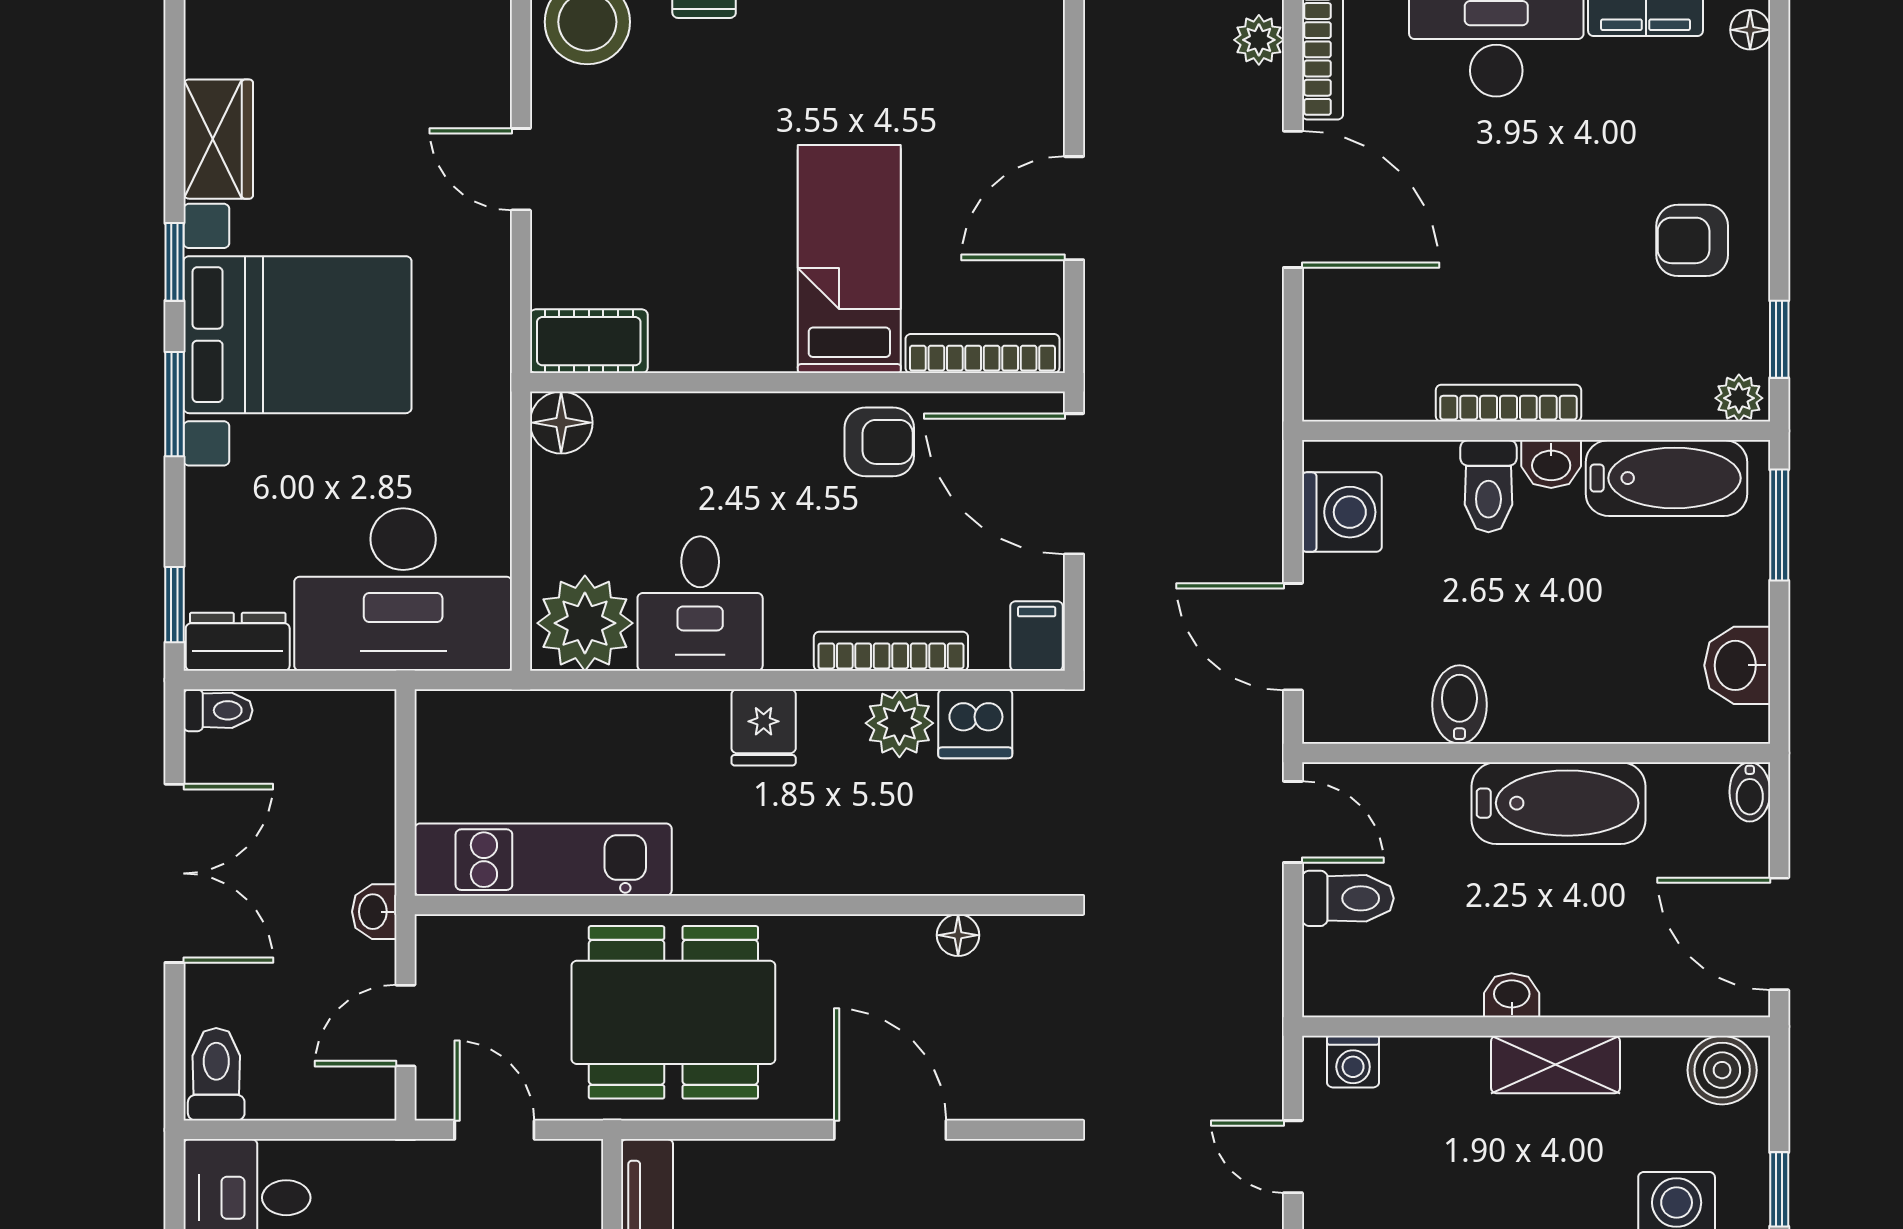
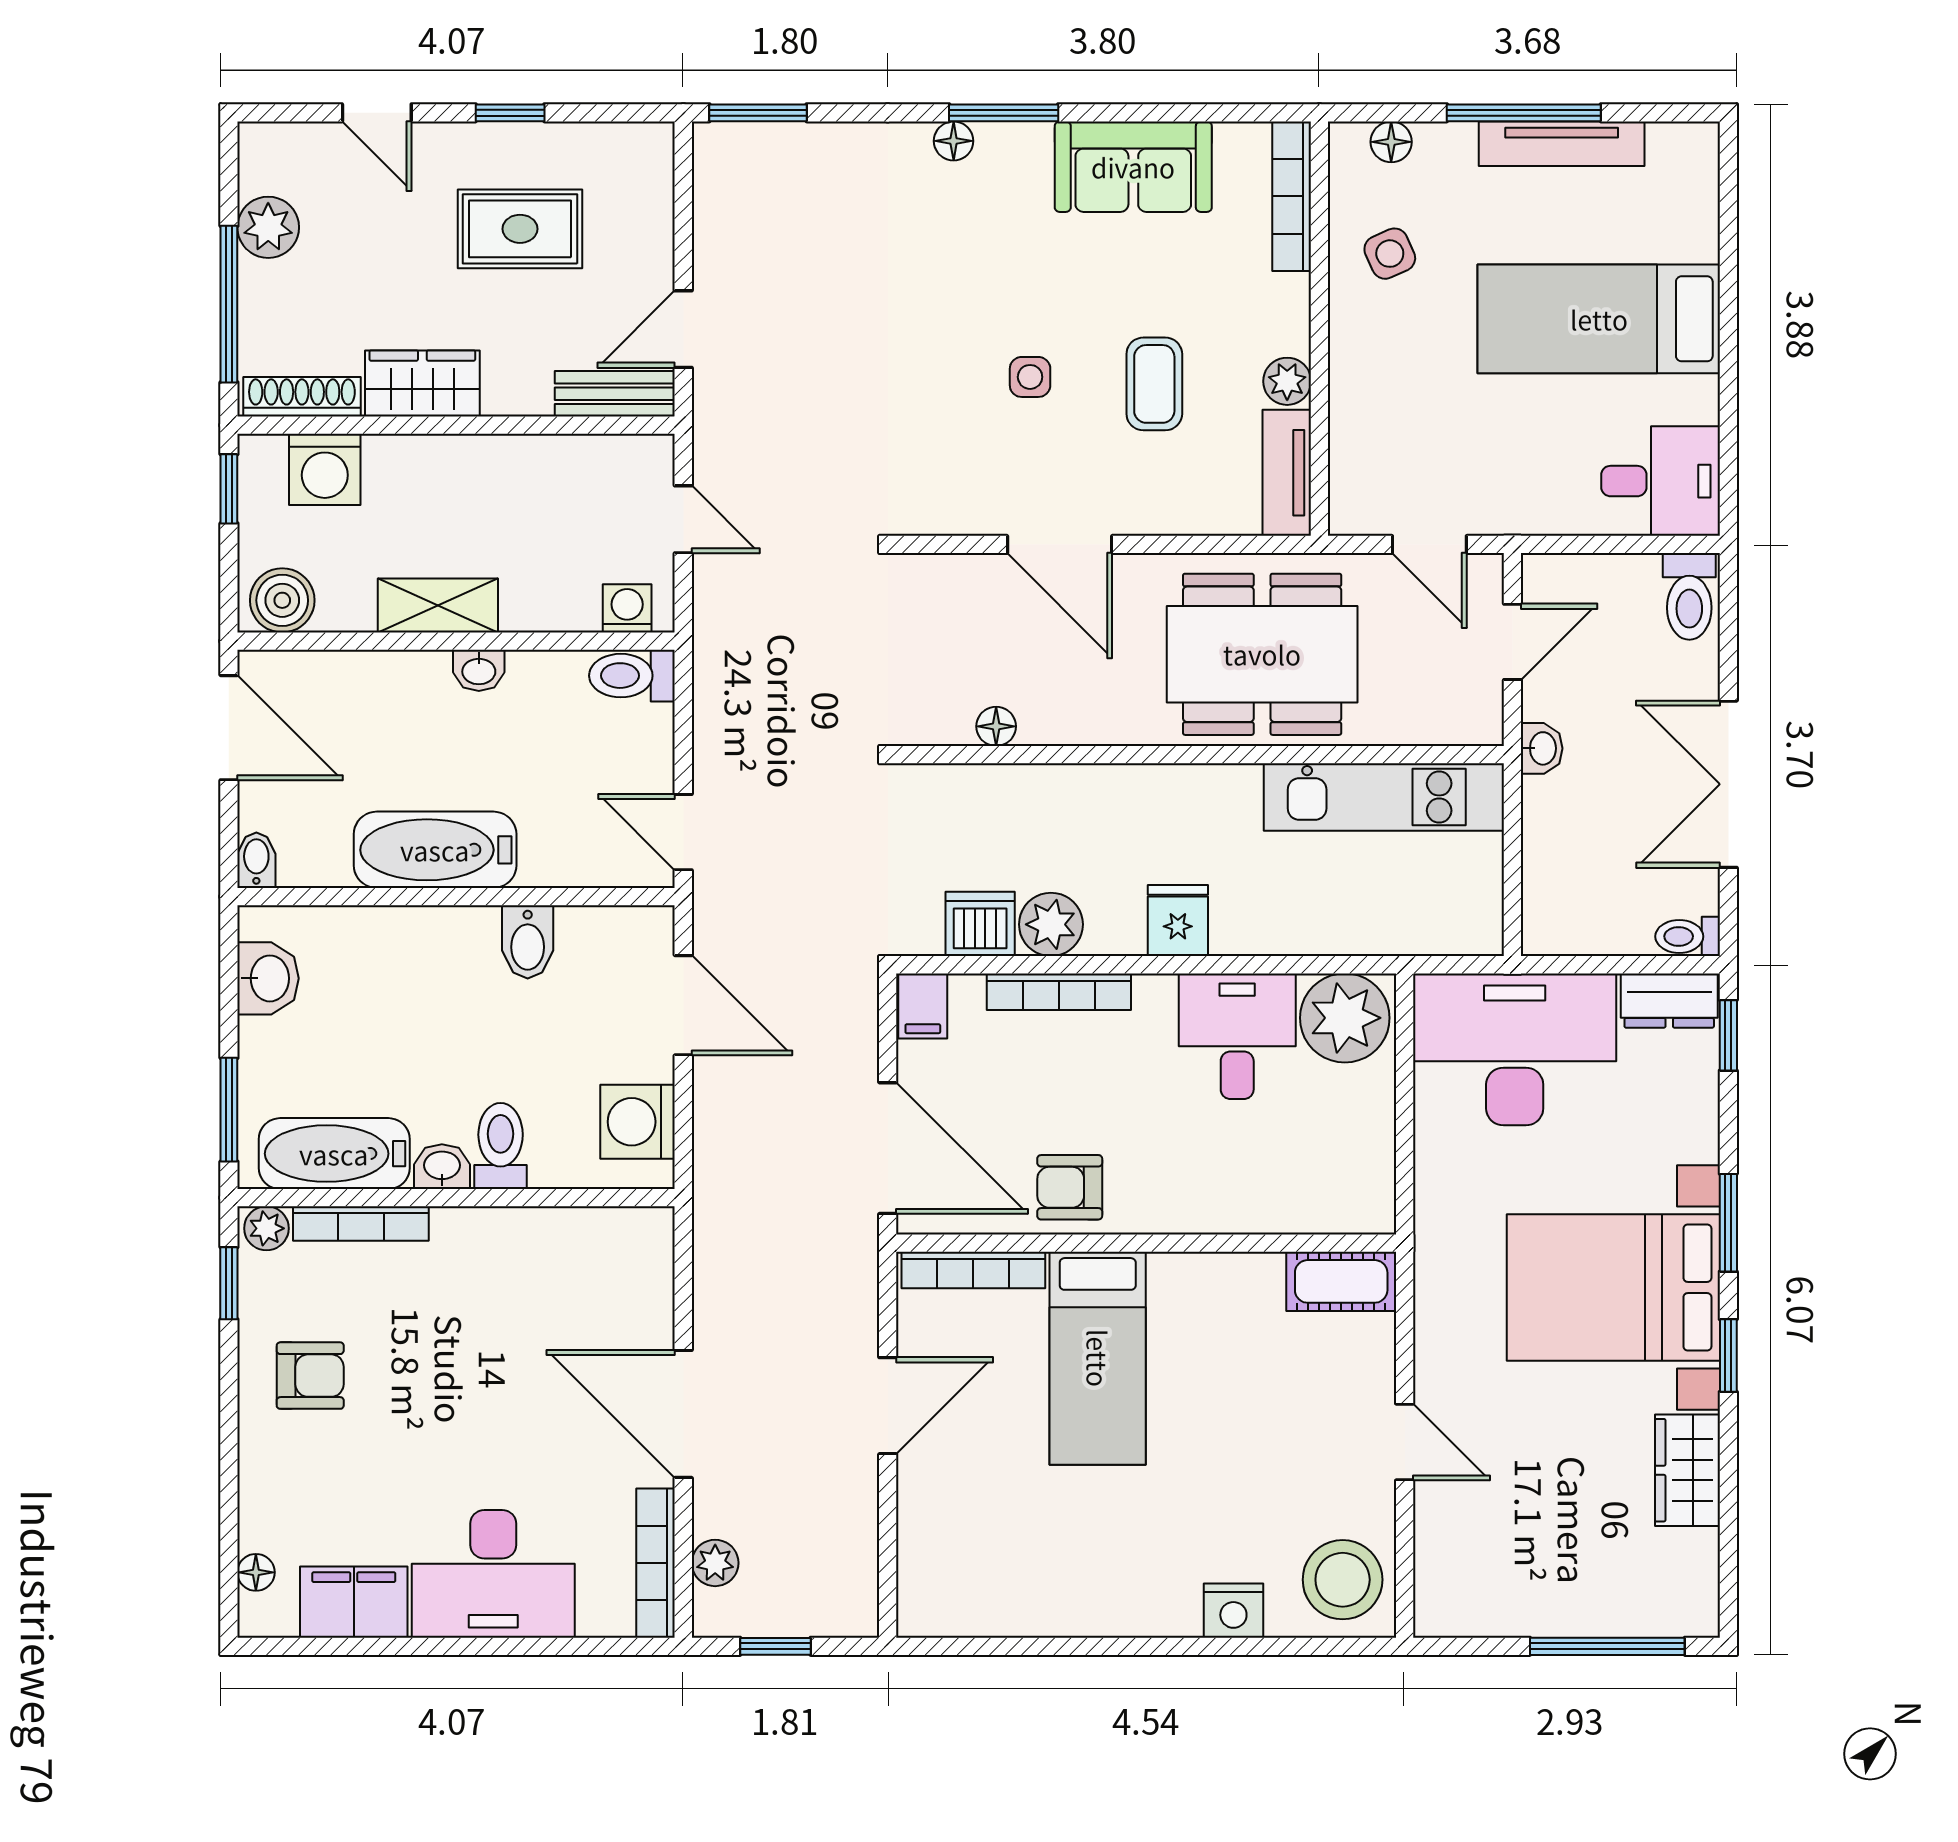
bookcase: (1508, 403) -> (361, 1223), moved
floor lamp: (561, 423) -> (1367, 1205), removed
toilet: (1348, 898) -> (632, 676), moved

